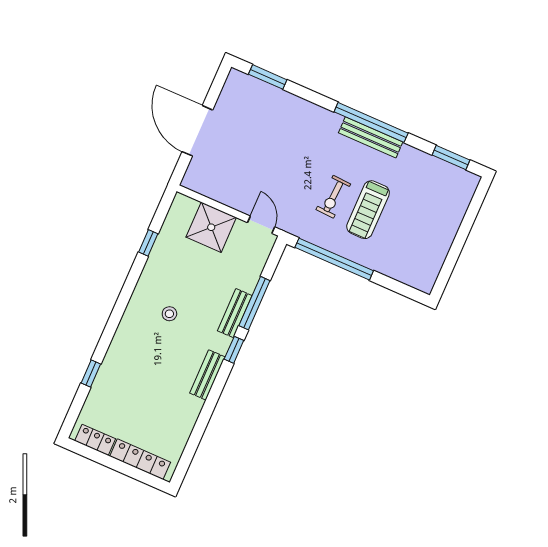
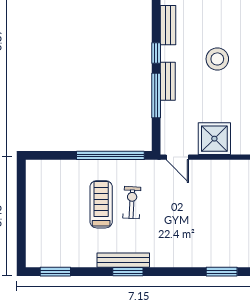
window: (371, 122) -> (128, 272), width x0.47
stool: (169, 314) -> (217, 59), width x1.89, depth x1.89

